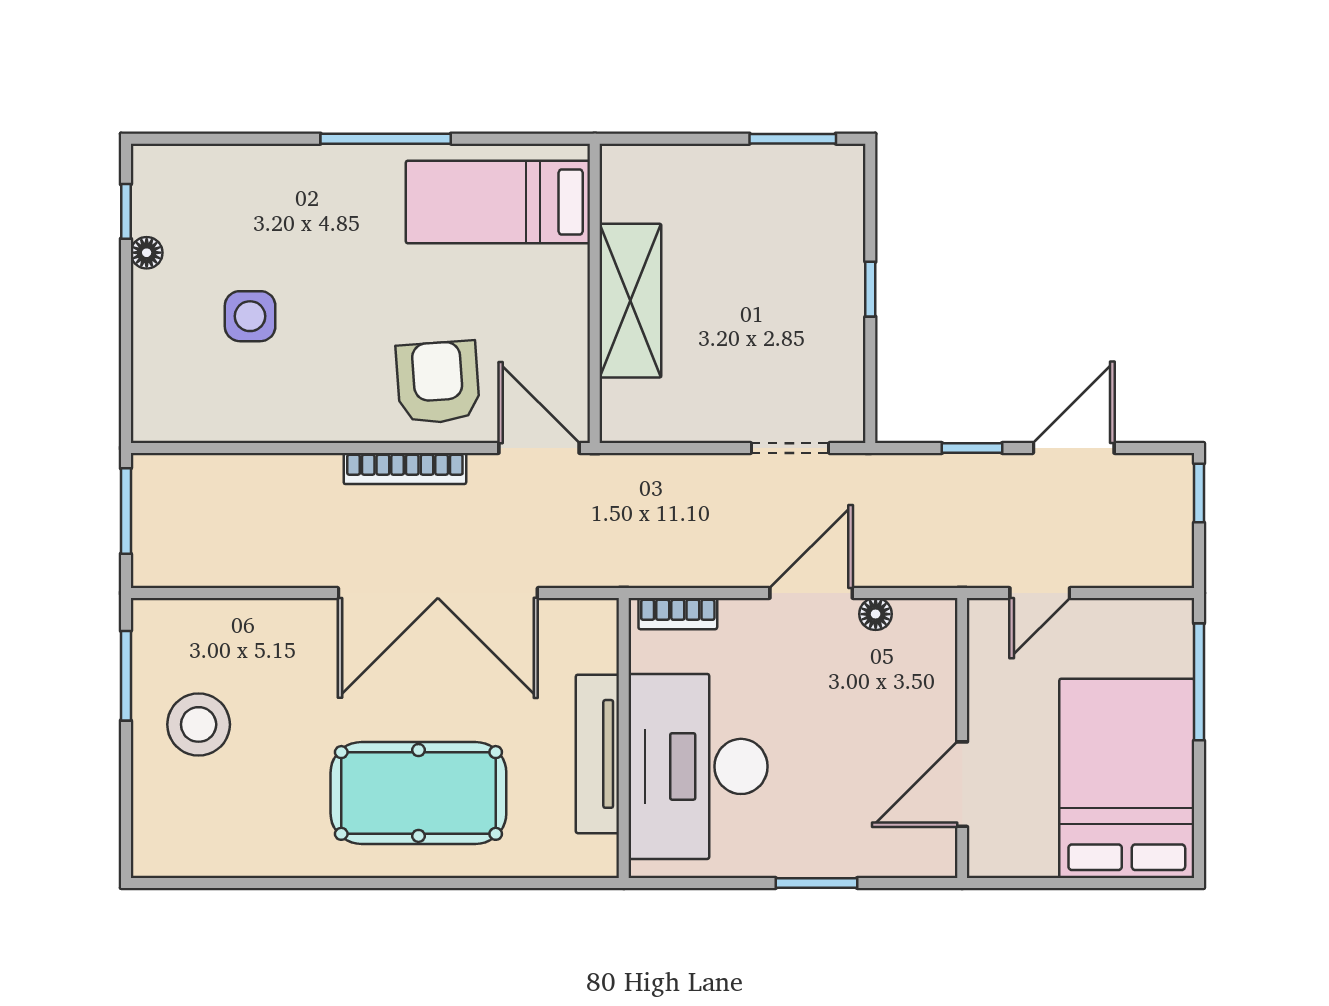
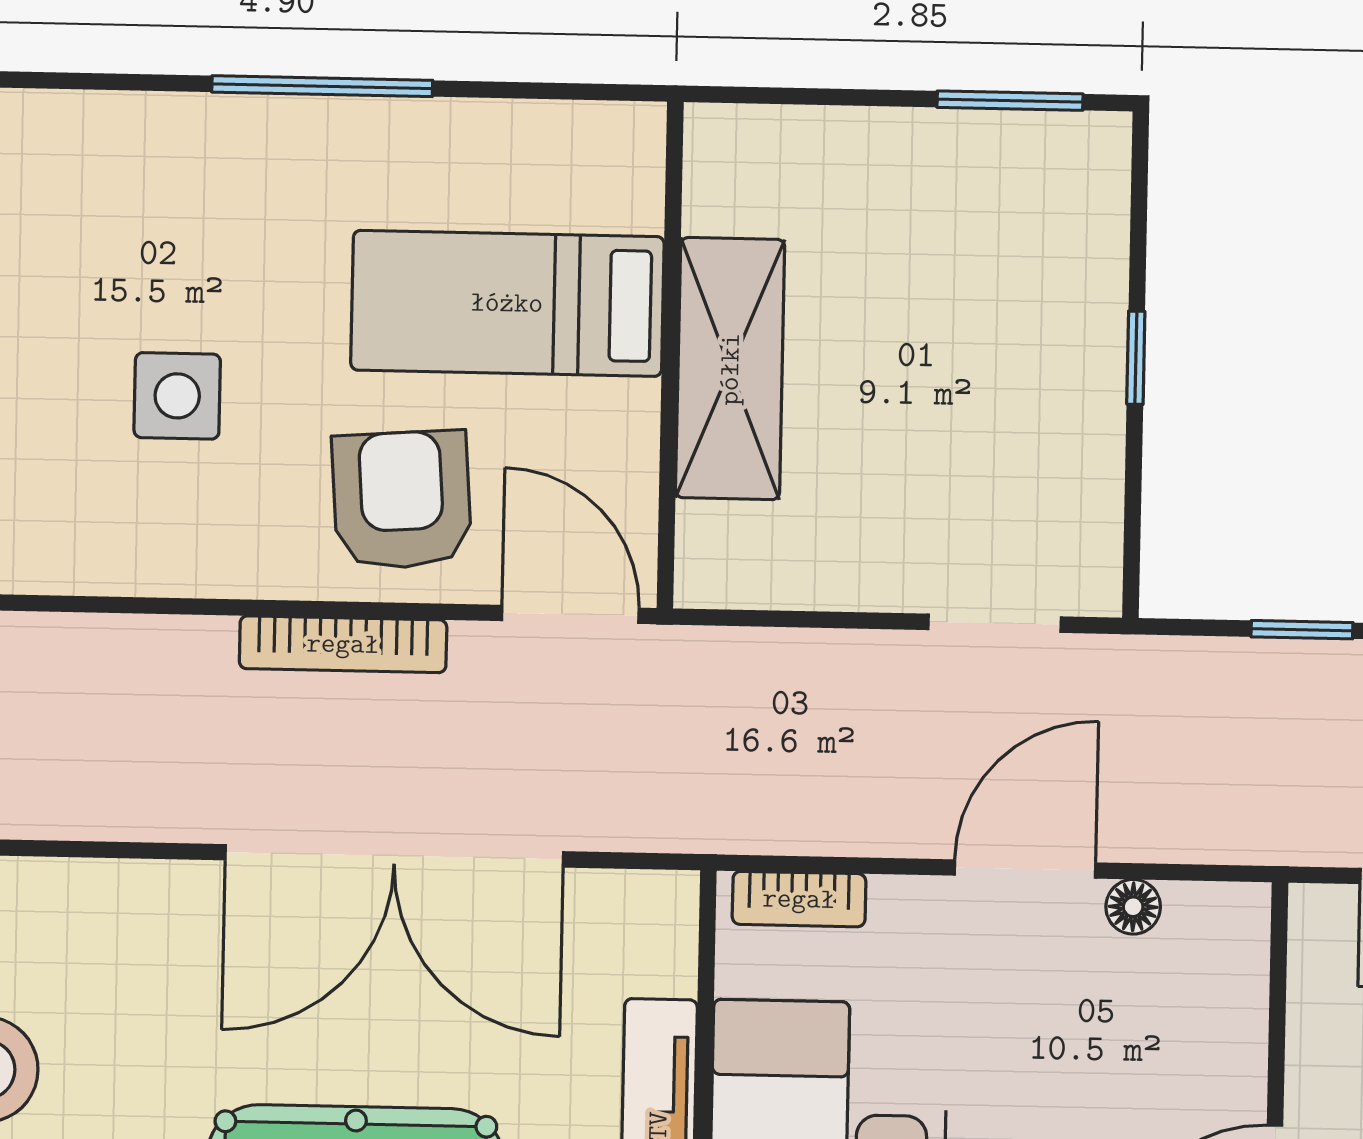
bed: (498, 202) -> (507, 303), moved
side table: (250, 316) -> (177, 396), moved

